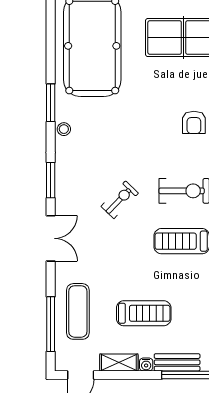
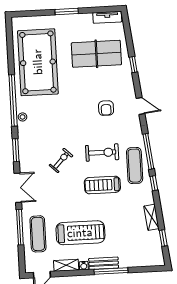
window: (51, 103) -> (13, 100), width x2.11
treadmill: (144, 313) -> (80, 233), width x1.37, depth x1.38
window: (51, 324) -> (20, 227), moved

